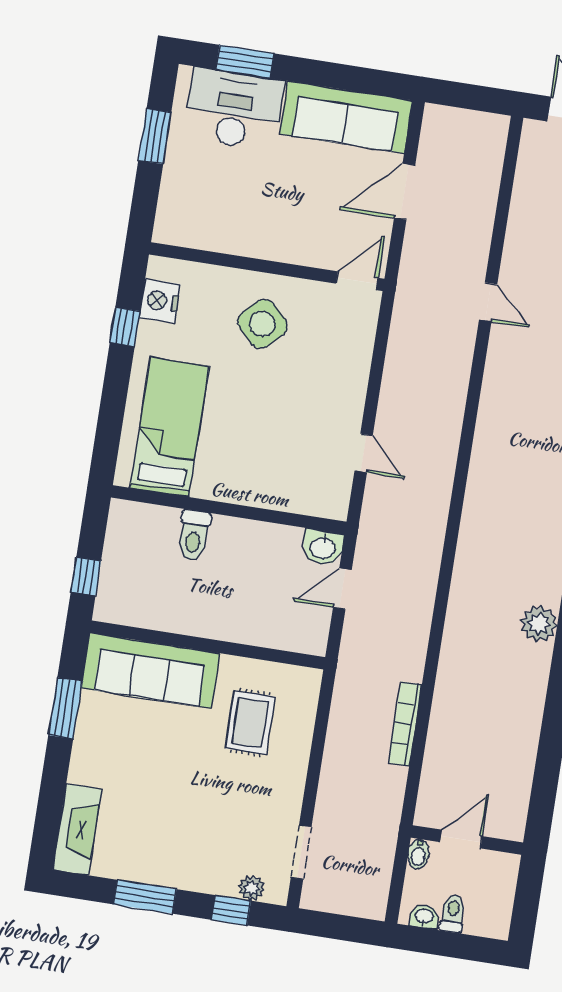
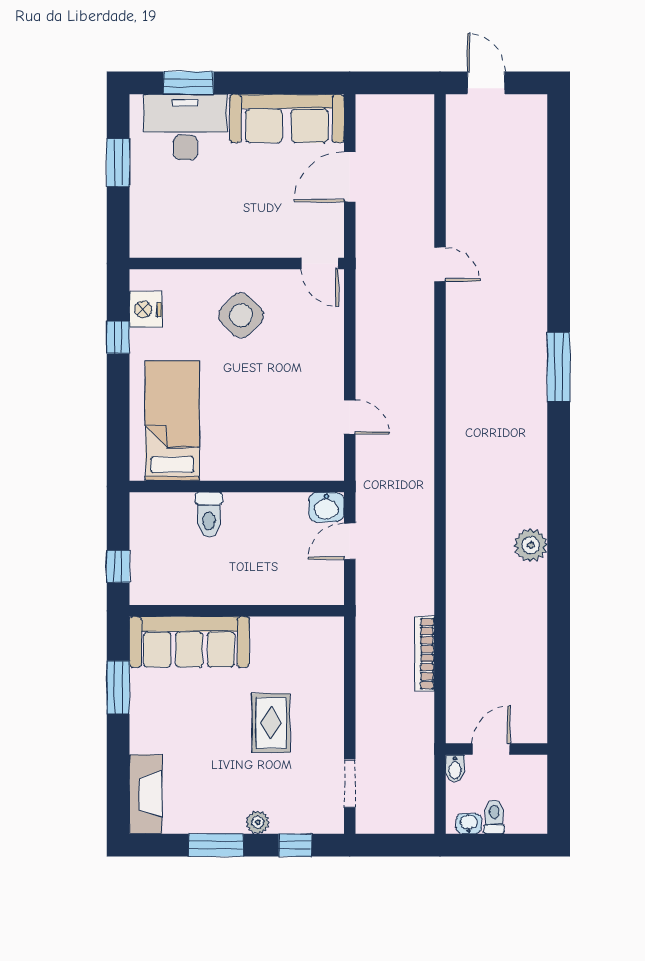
door: (357, 281) -> (320, 264), swing flipped
rug: (250, 722) -> (271, 723), moved
plant: (252, 888) -> (258, 822), moved

